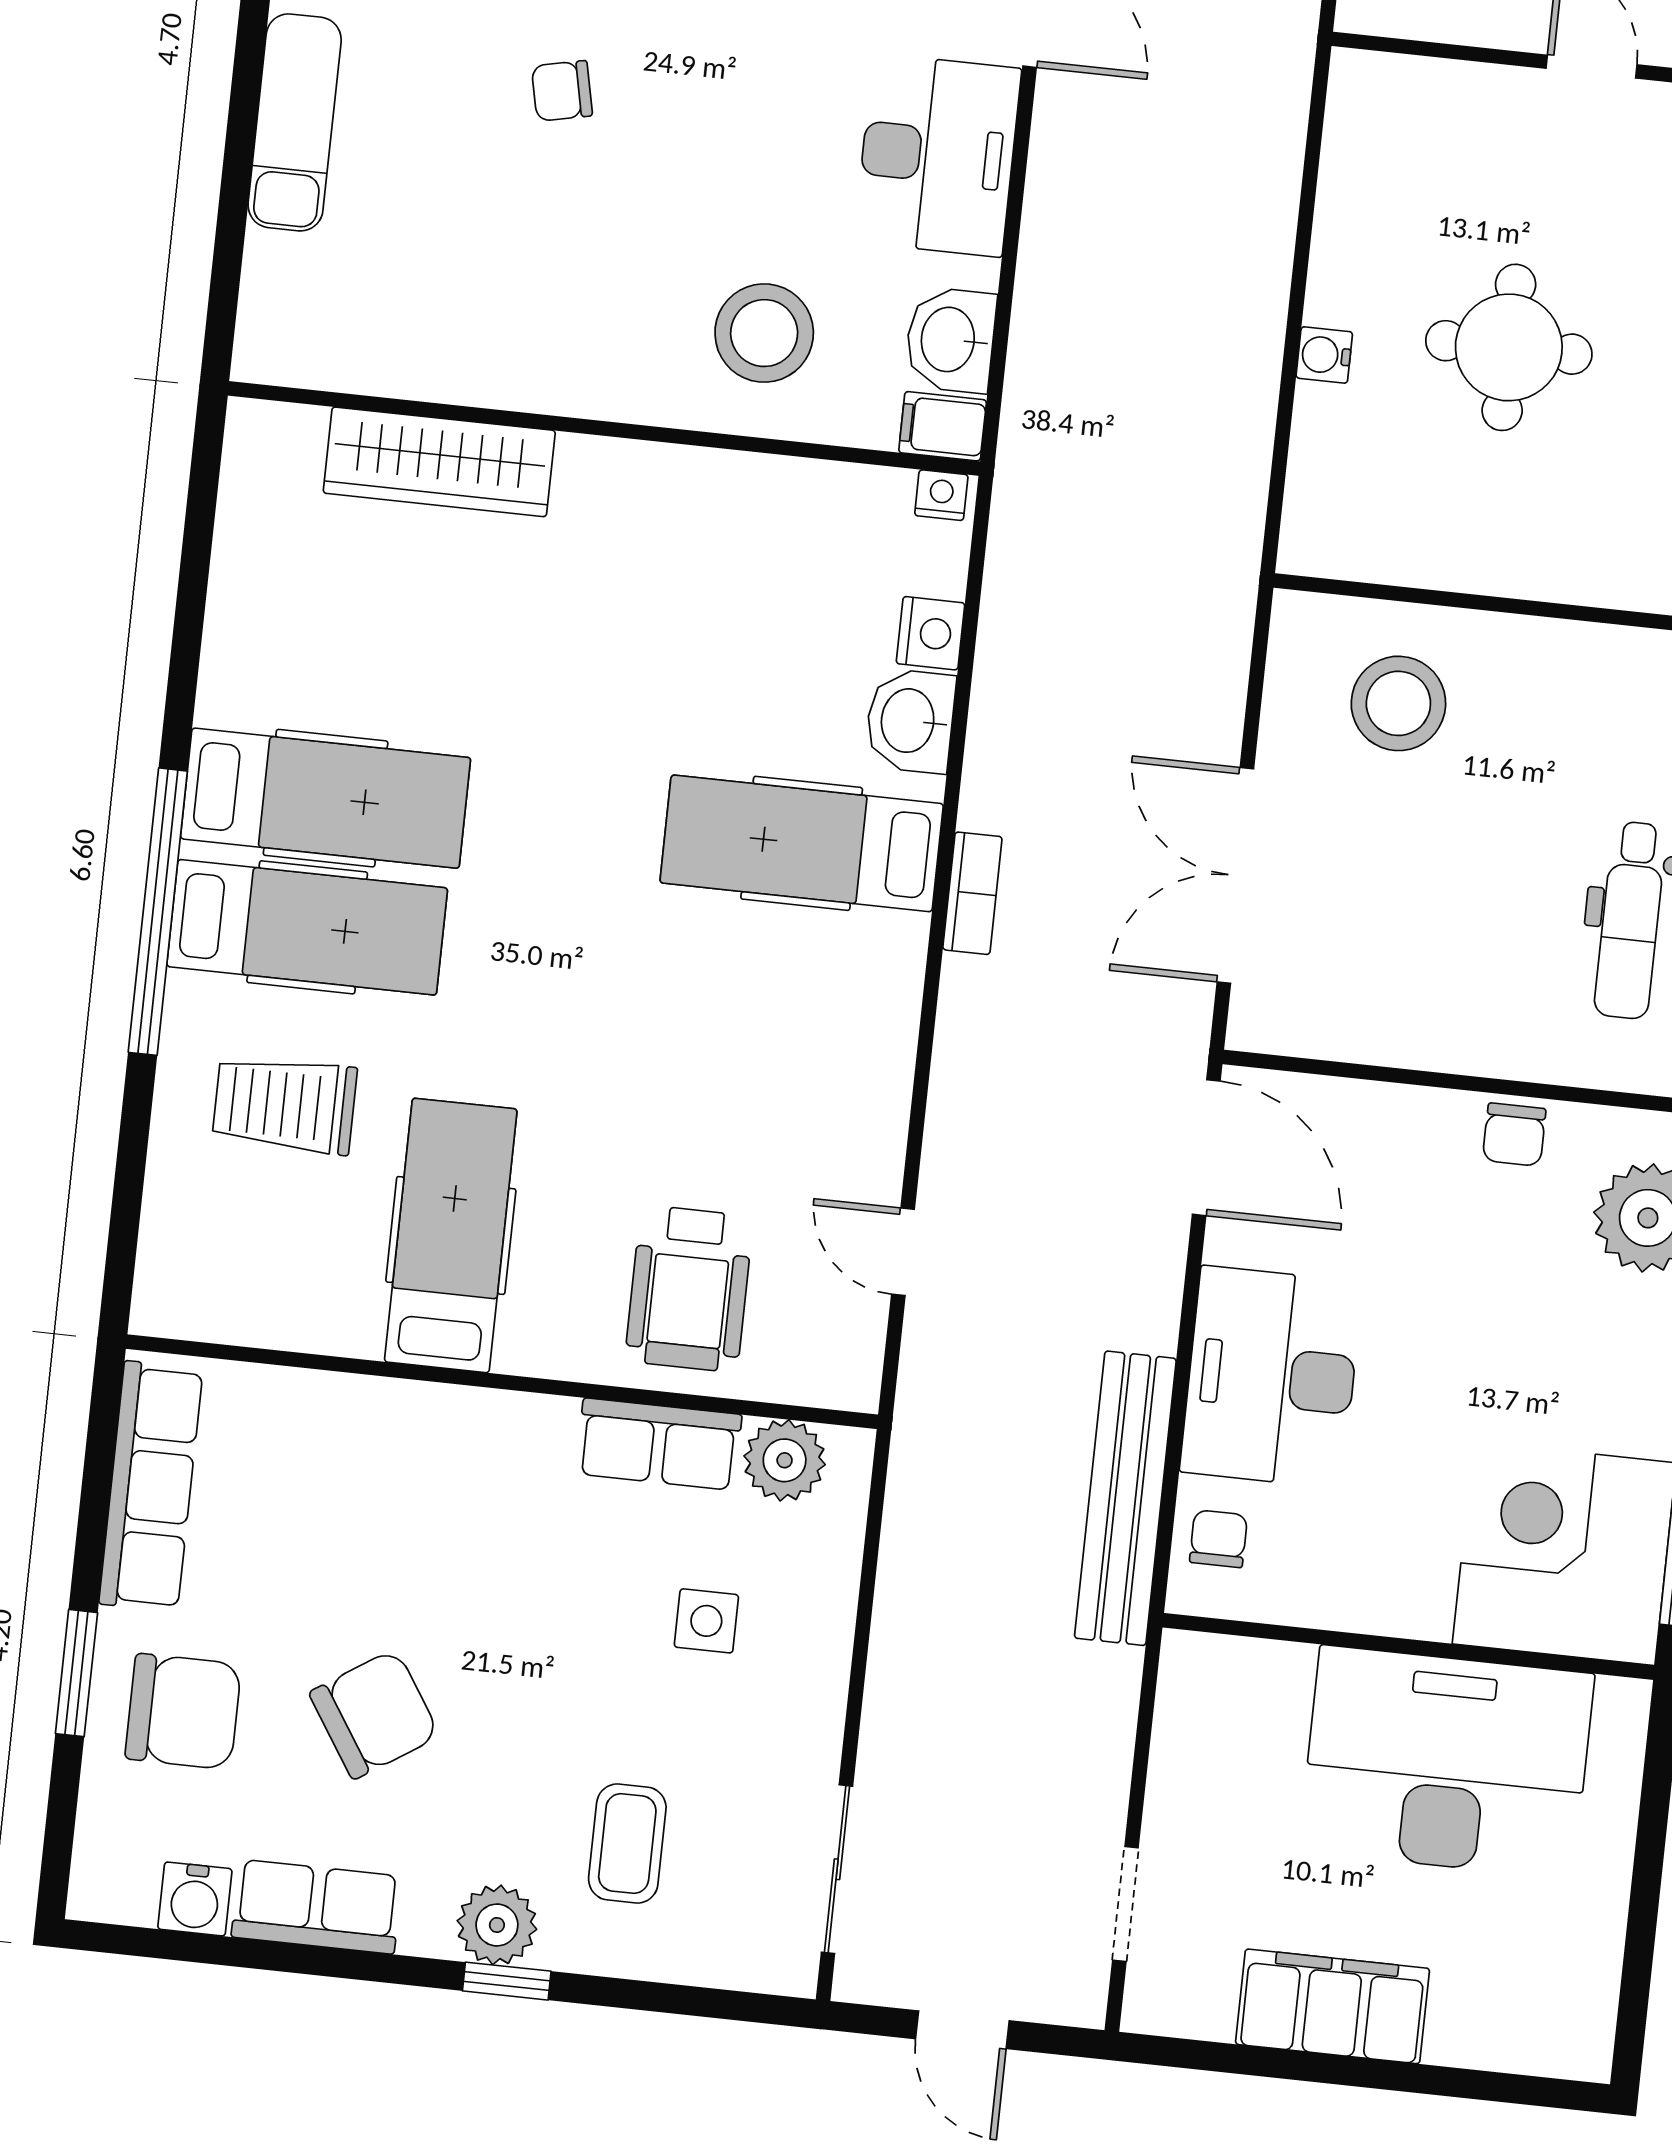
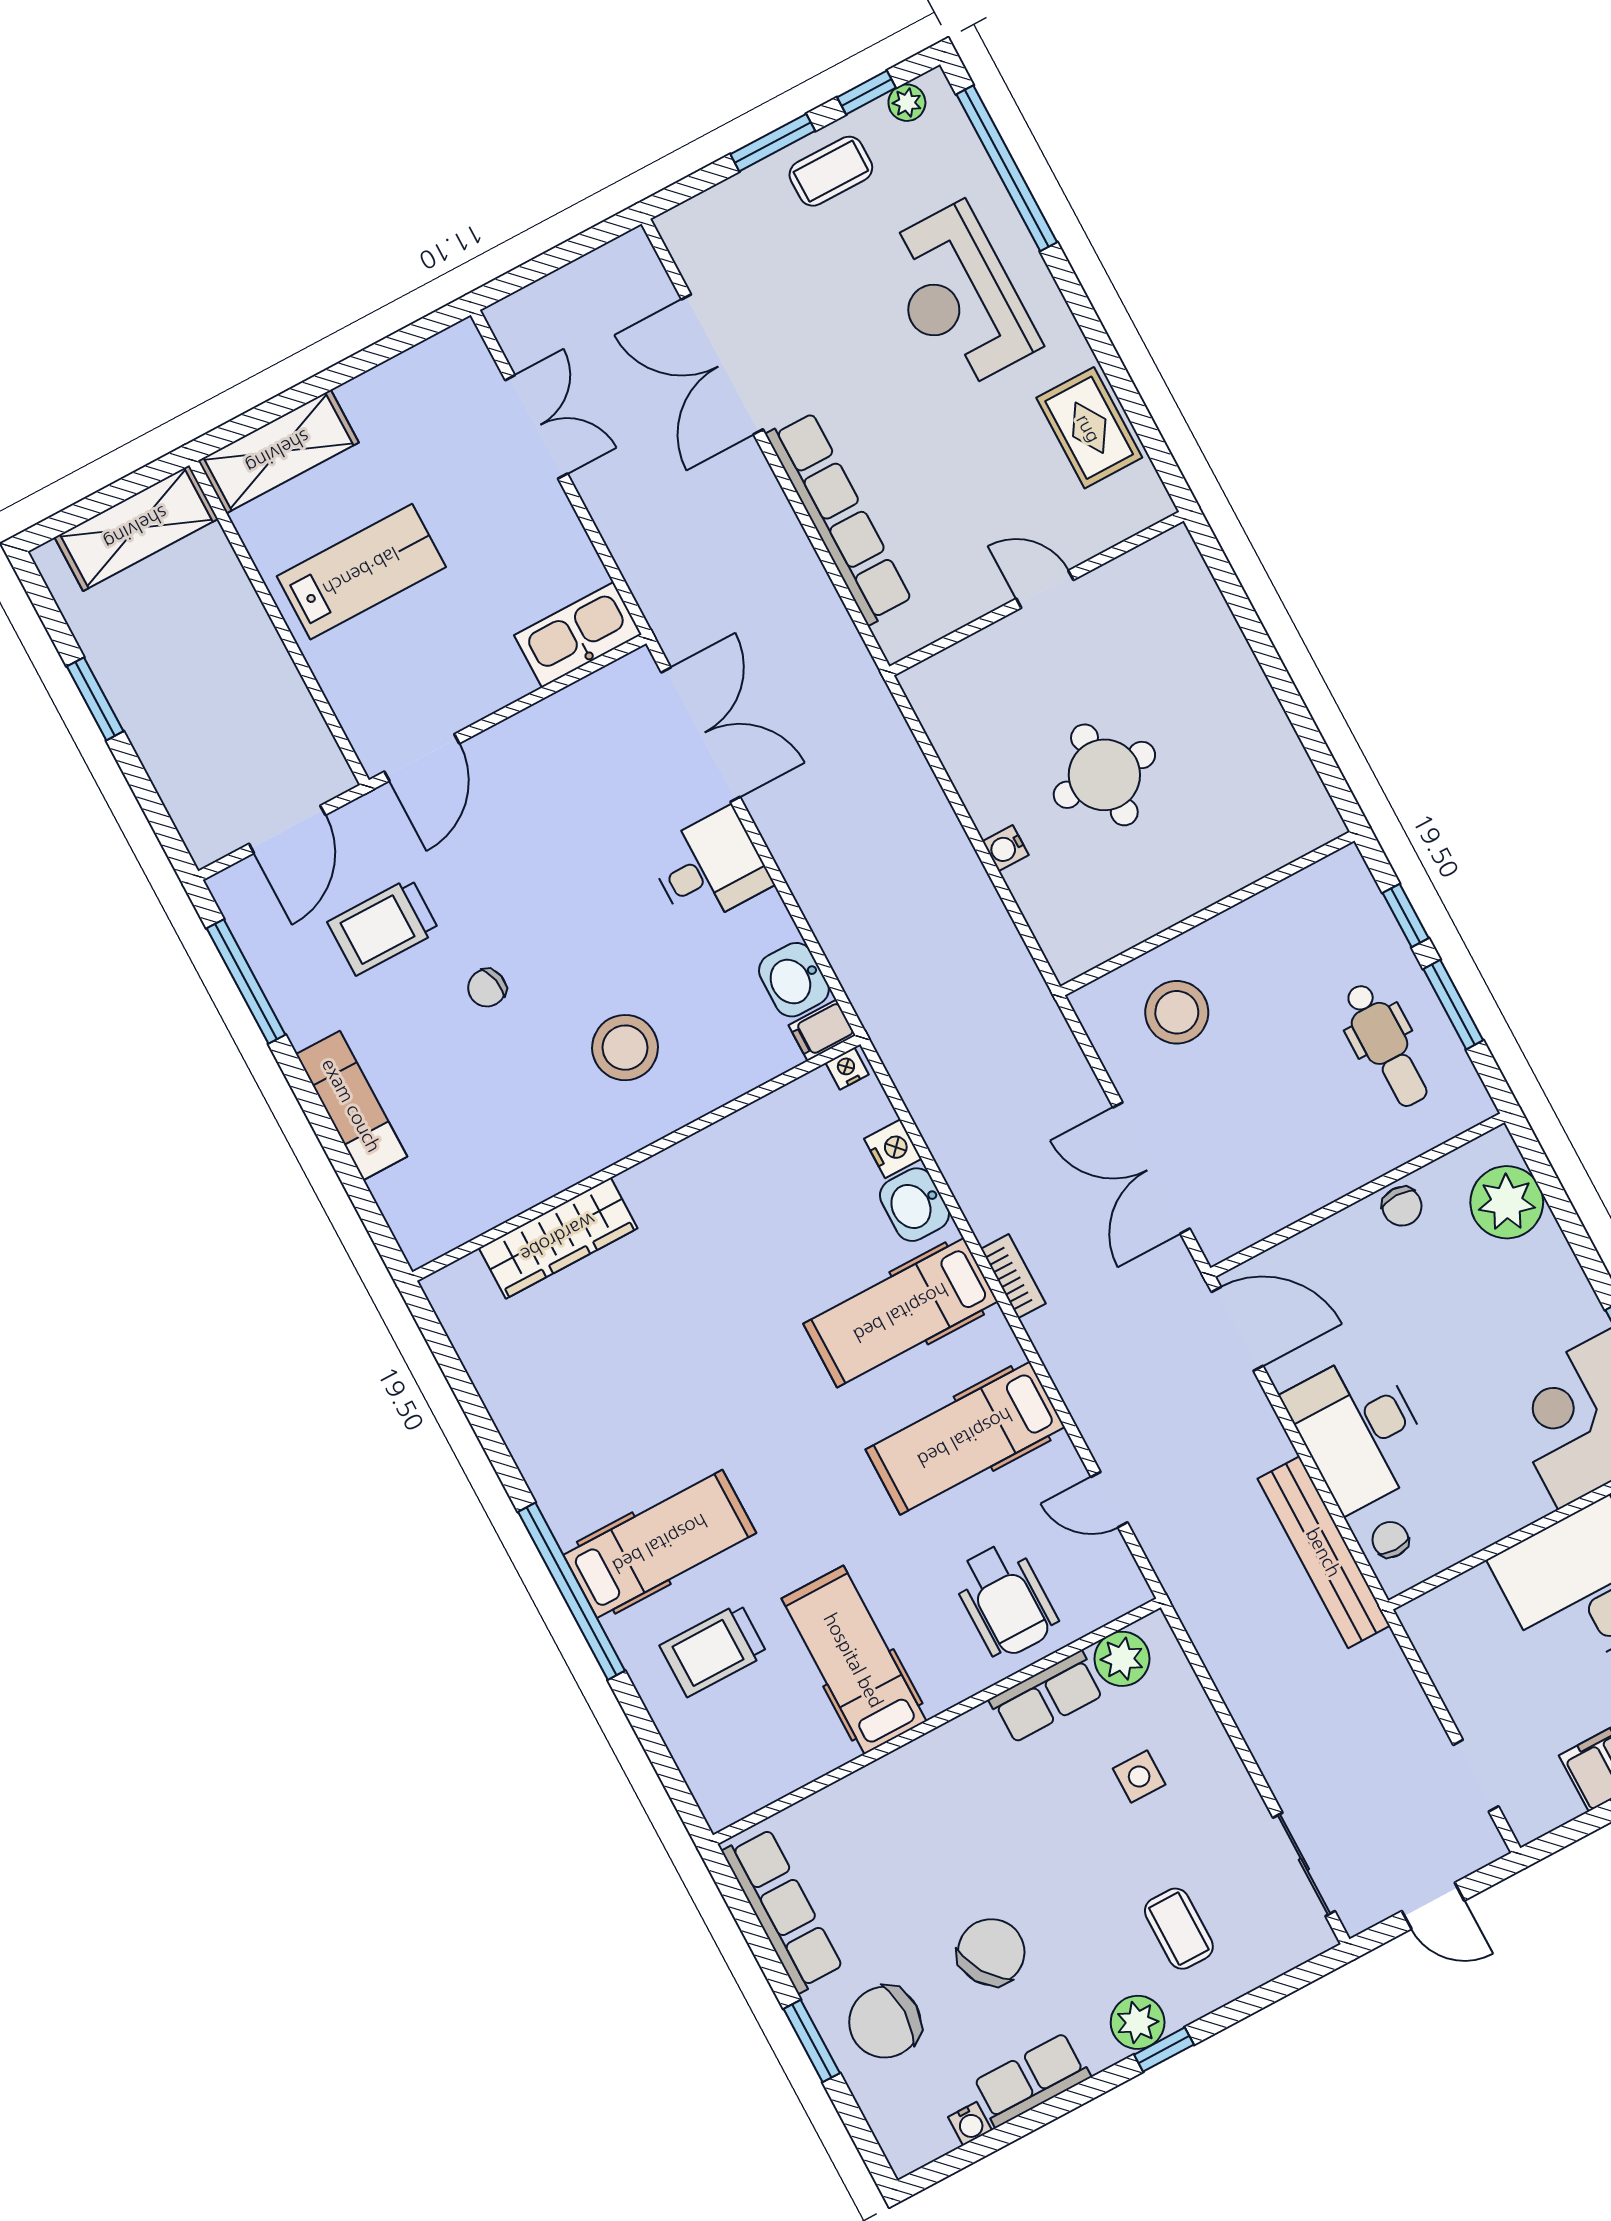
desk: (938, 155) -> (710, 868), width x0.73
stool: (764, 333) -> (625, 1048), moved
hospital bed: (326, 798) -> (965, 1438), moved, turned 180
chair: (183, 1711) -> (885, 2022), turned 180
water cooler: (195, 1899) -> (970, 2124), width x0.72, depth x0.72

